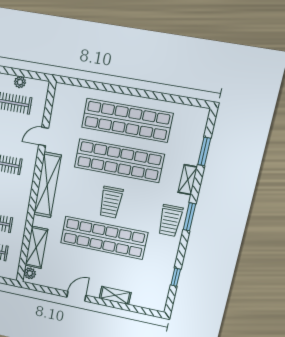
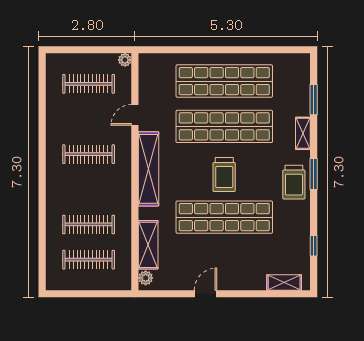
plant: (20, 82) -> (125, 60), moved
shelving: (115, 295) -> (284, 282), moved

